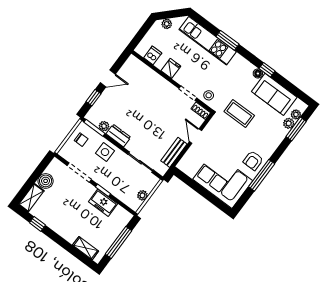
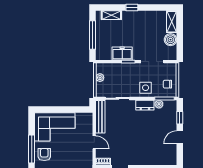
bench: (174, 152) -> (100, 117), width x1.36
window: (37, 224) -> (132, 8), moved

